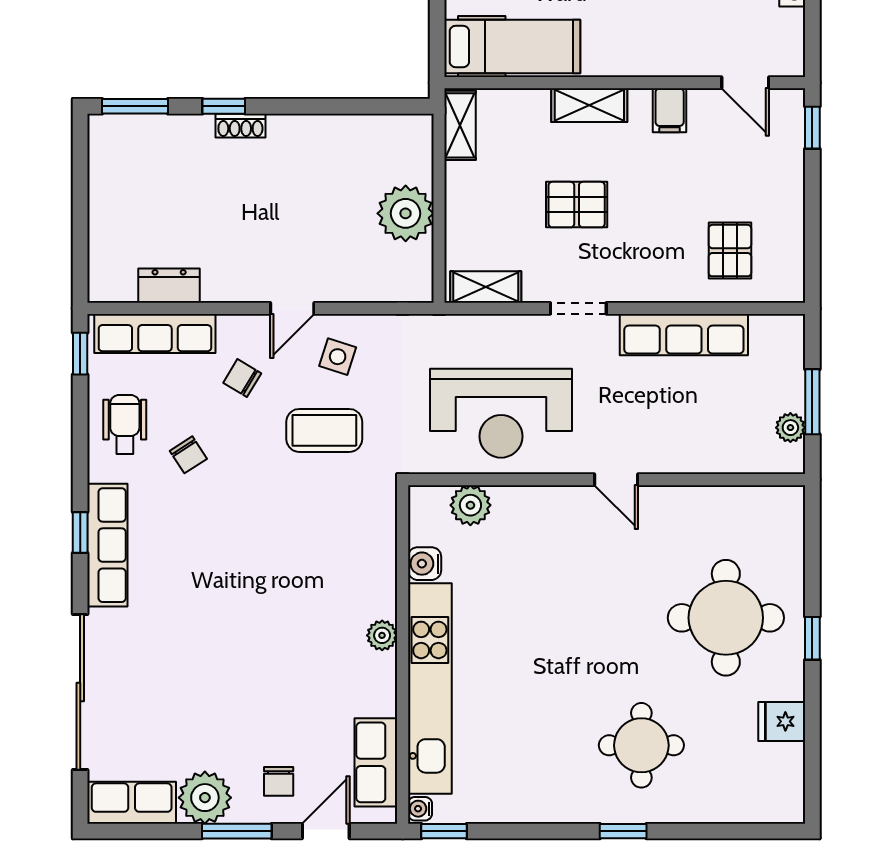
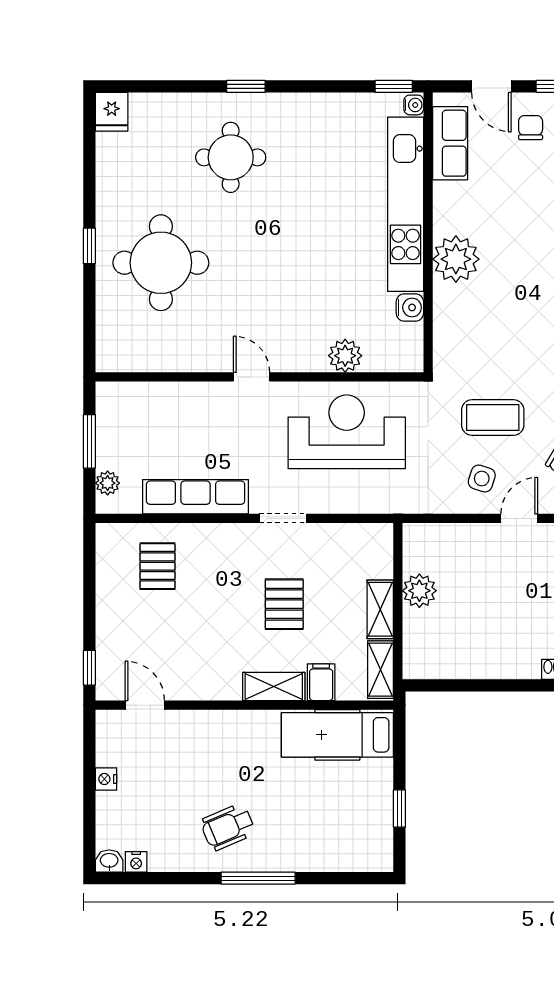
filing cabinet: (670, 110) -> (321, 682), moved
pallet: (577, 205) -> (284, 604), turned 90
plant: (406, 213) -> (419, 591), width x0.73, depth x0.73
shelving: (486, 287) -> (380, 609), moved, turned 90
plant: (790, 428) -> (108, 483), moved
plant: (470, 505) -> (345, 356), moved
plant: (382, 635) -> (456, 259), width x1.87, depth x1.87
fridge: (782, 721) -> (112, 112), moved, turned 90
door: (326, 831) -> (491, 86), hinge flipped

